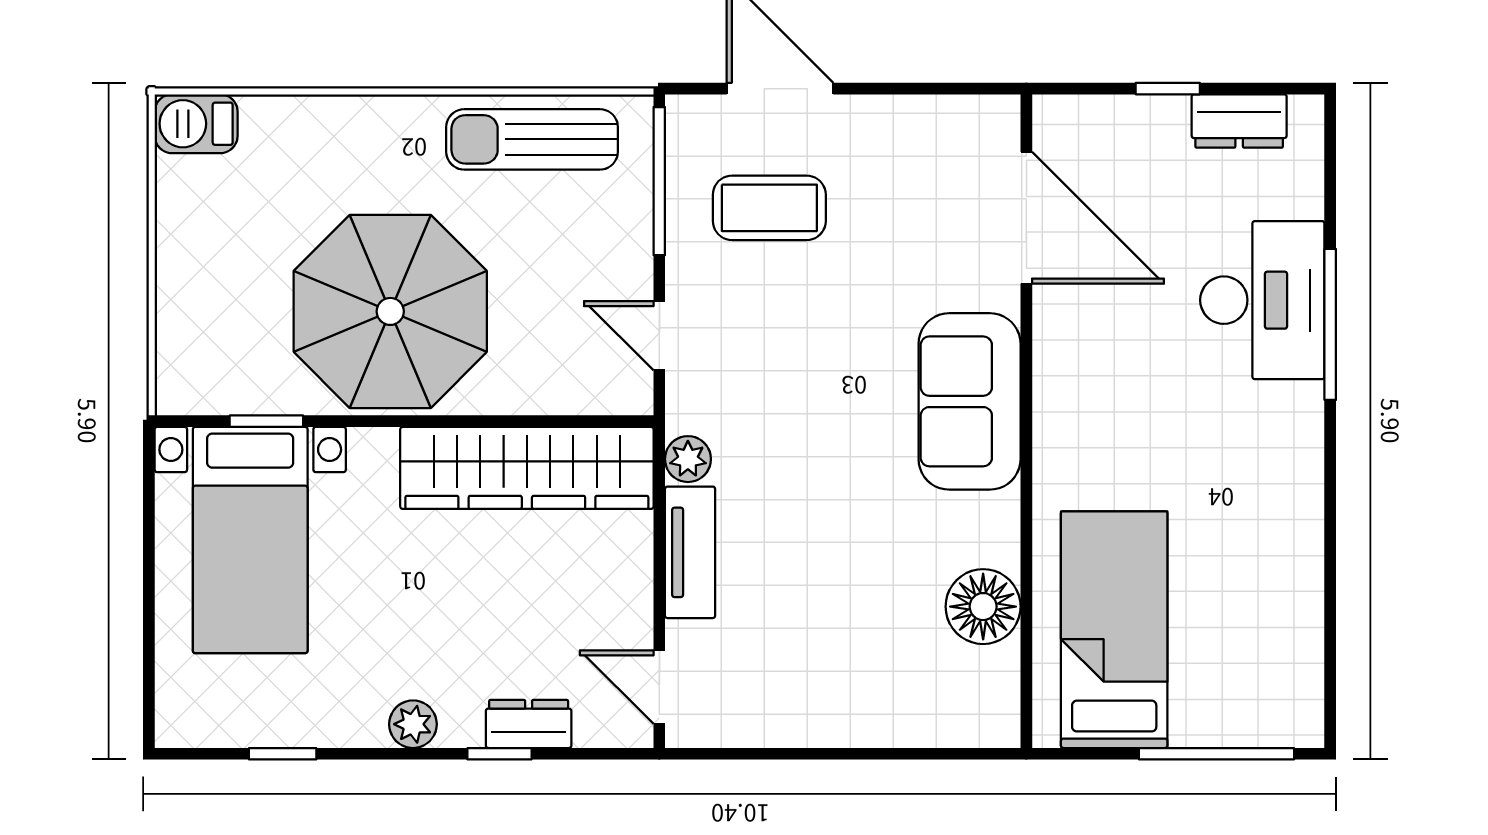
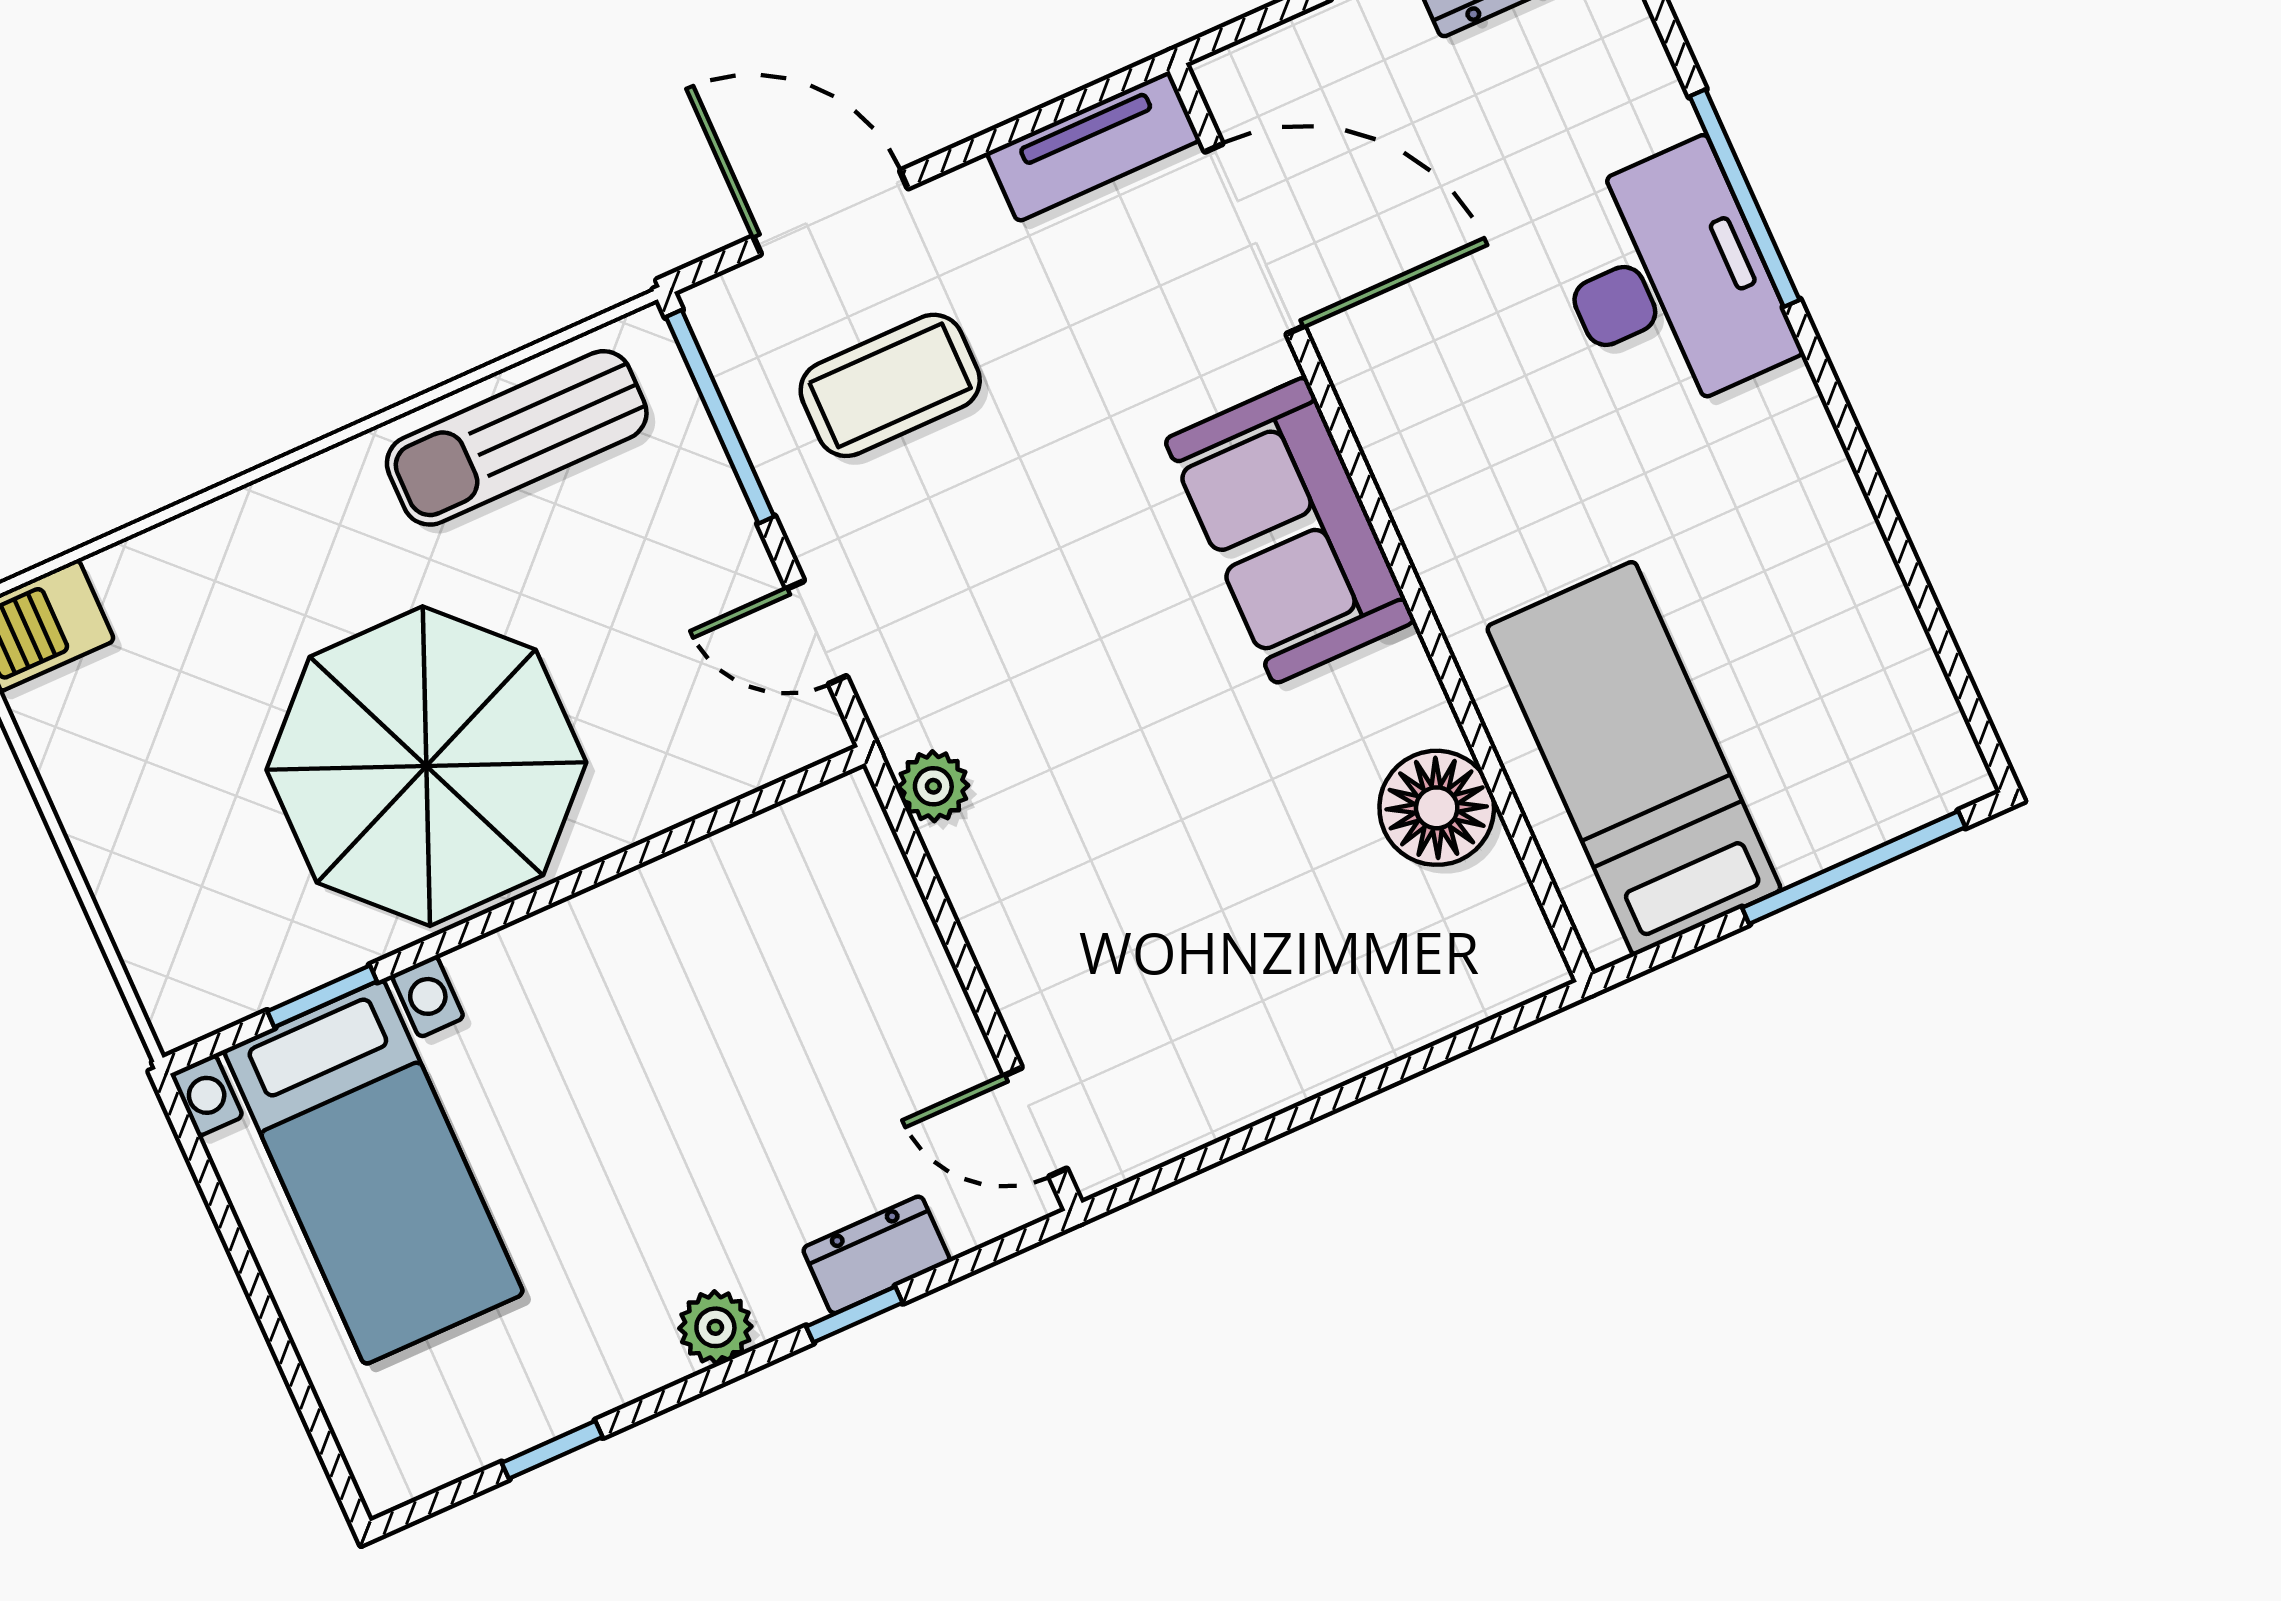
desk: (1262, 300) -> (1669, 282), moved
wardrobe: (527, 468) -> (714, 899), removed
tv unit: (690, 552) -> (1093, 146), moved, turned 90

